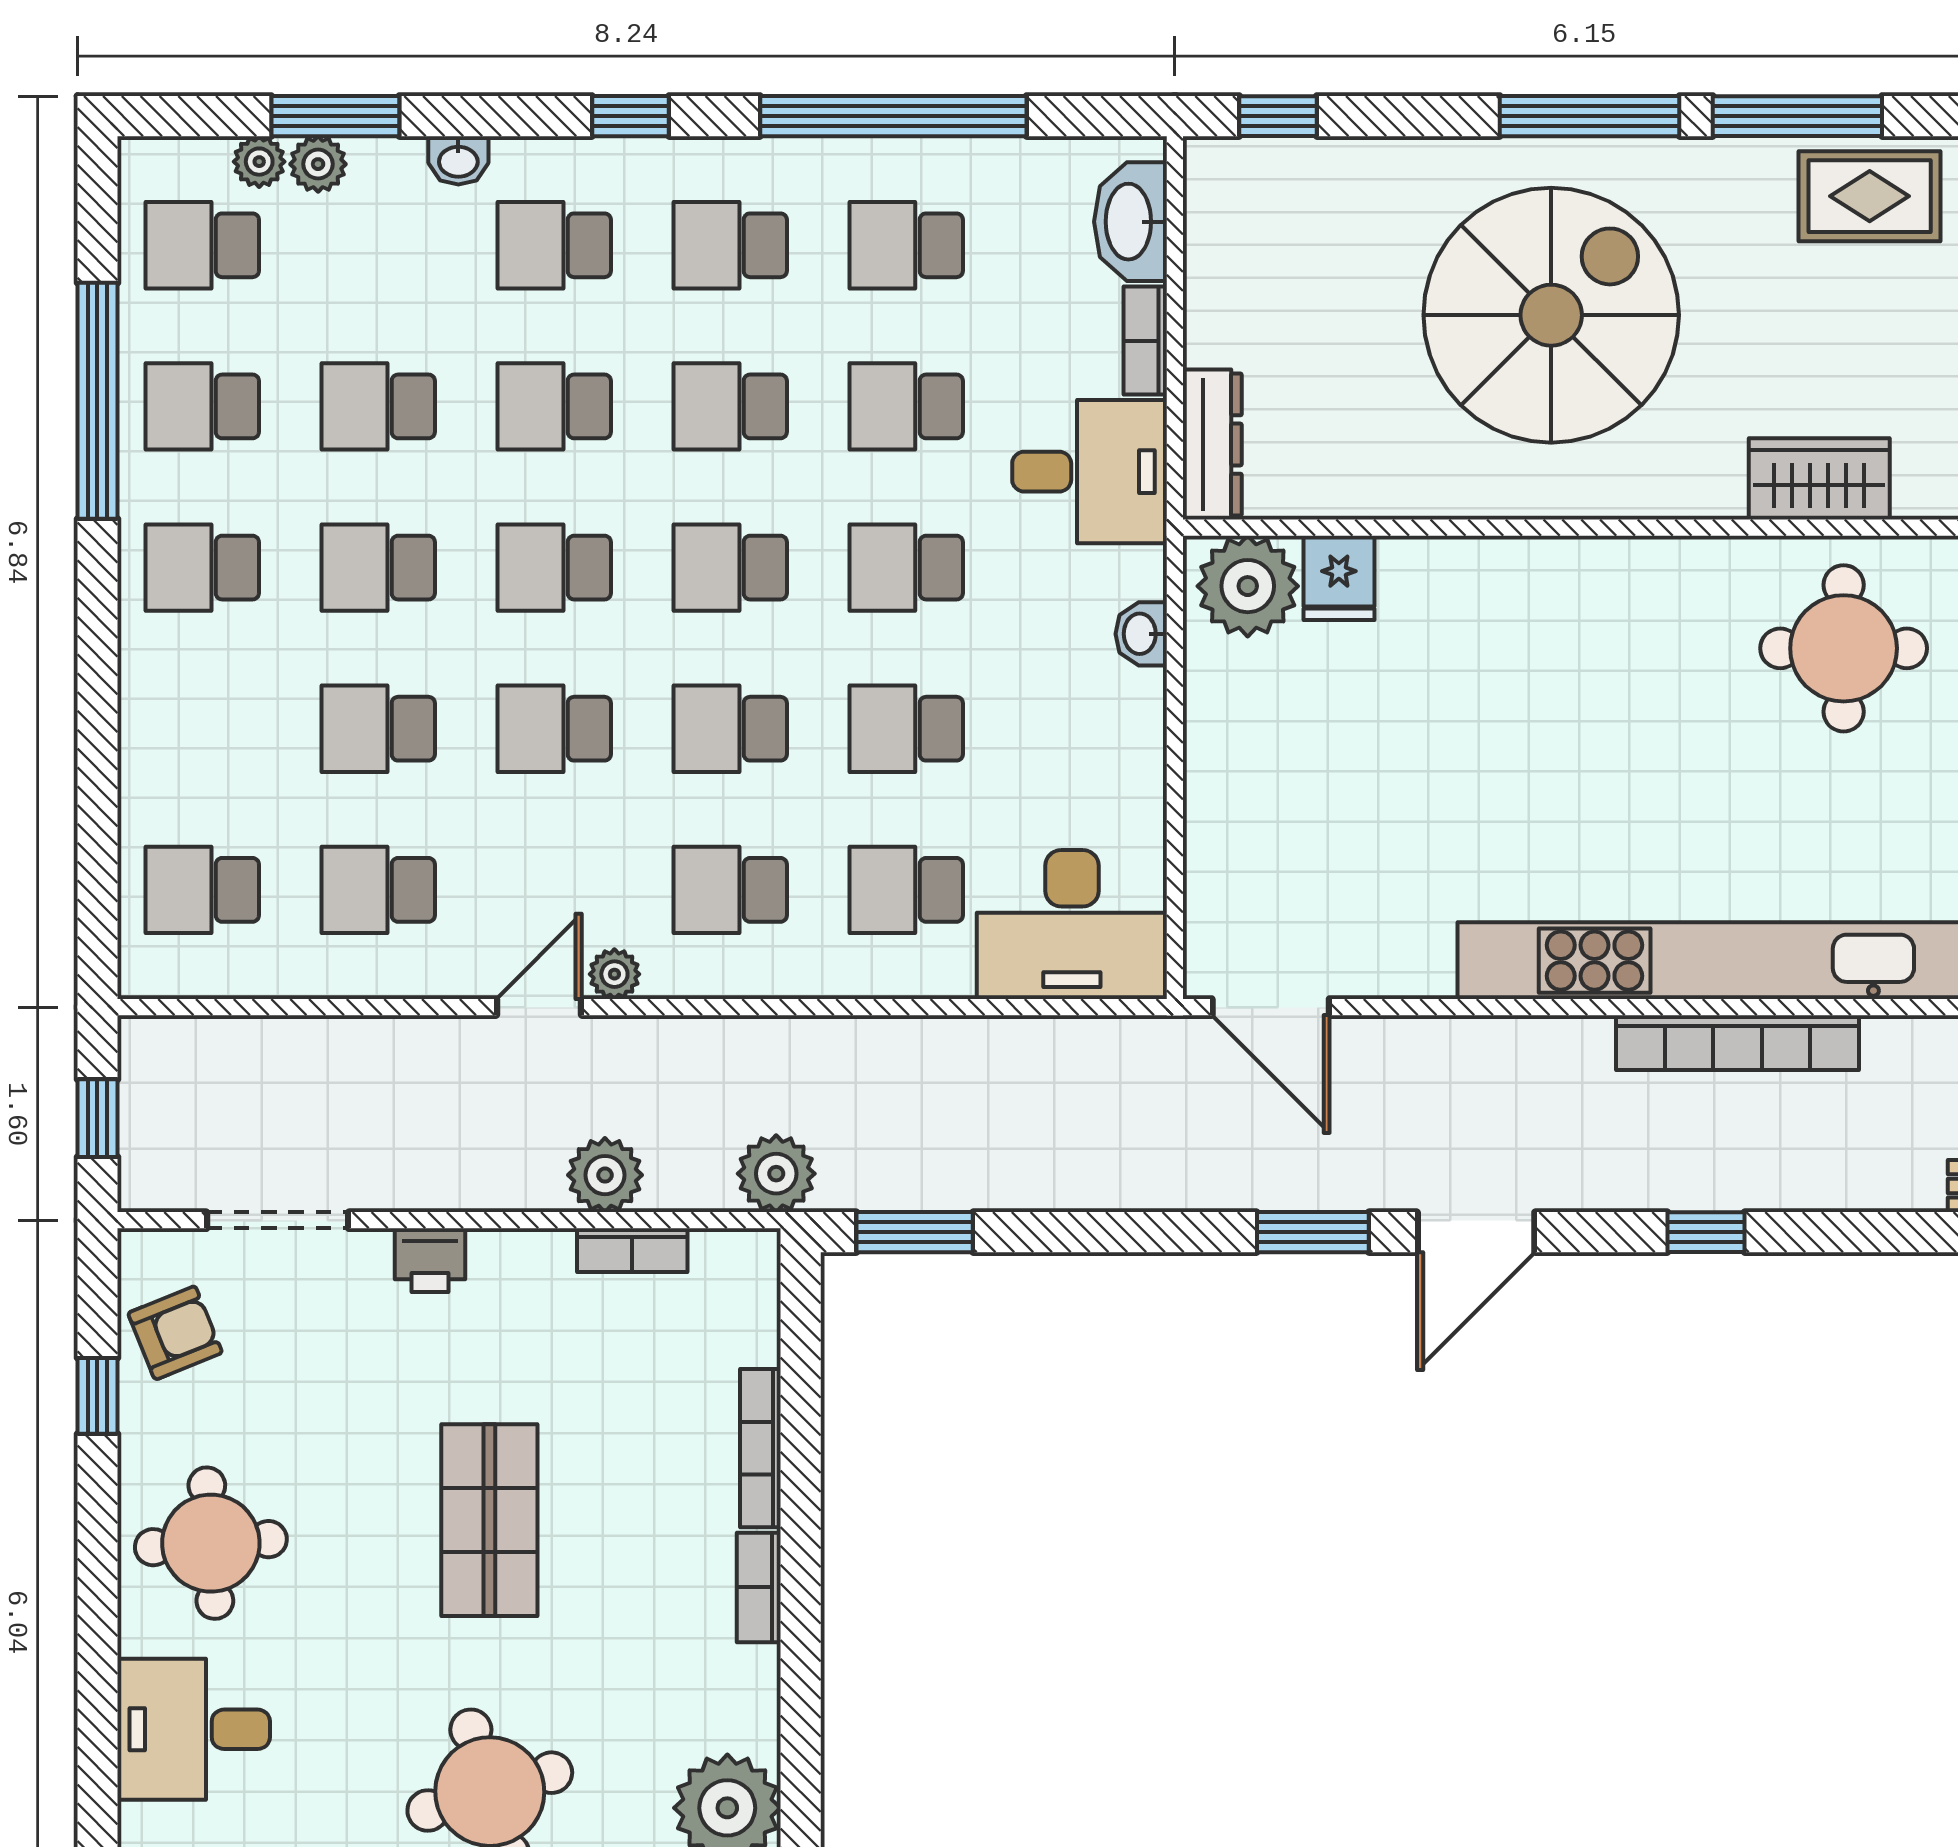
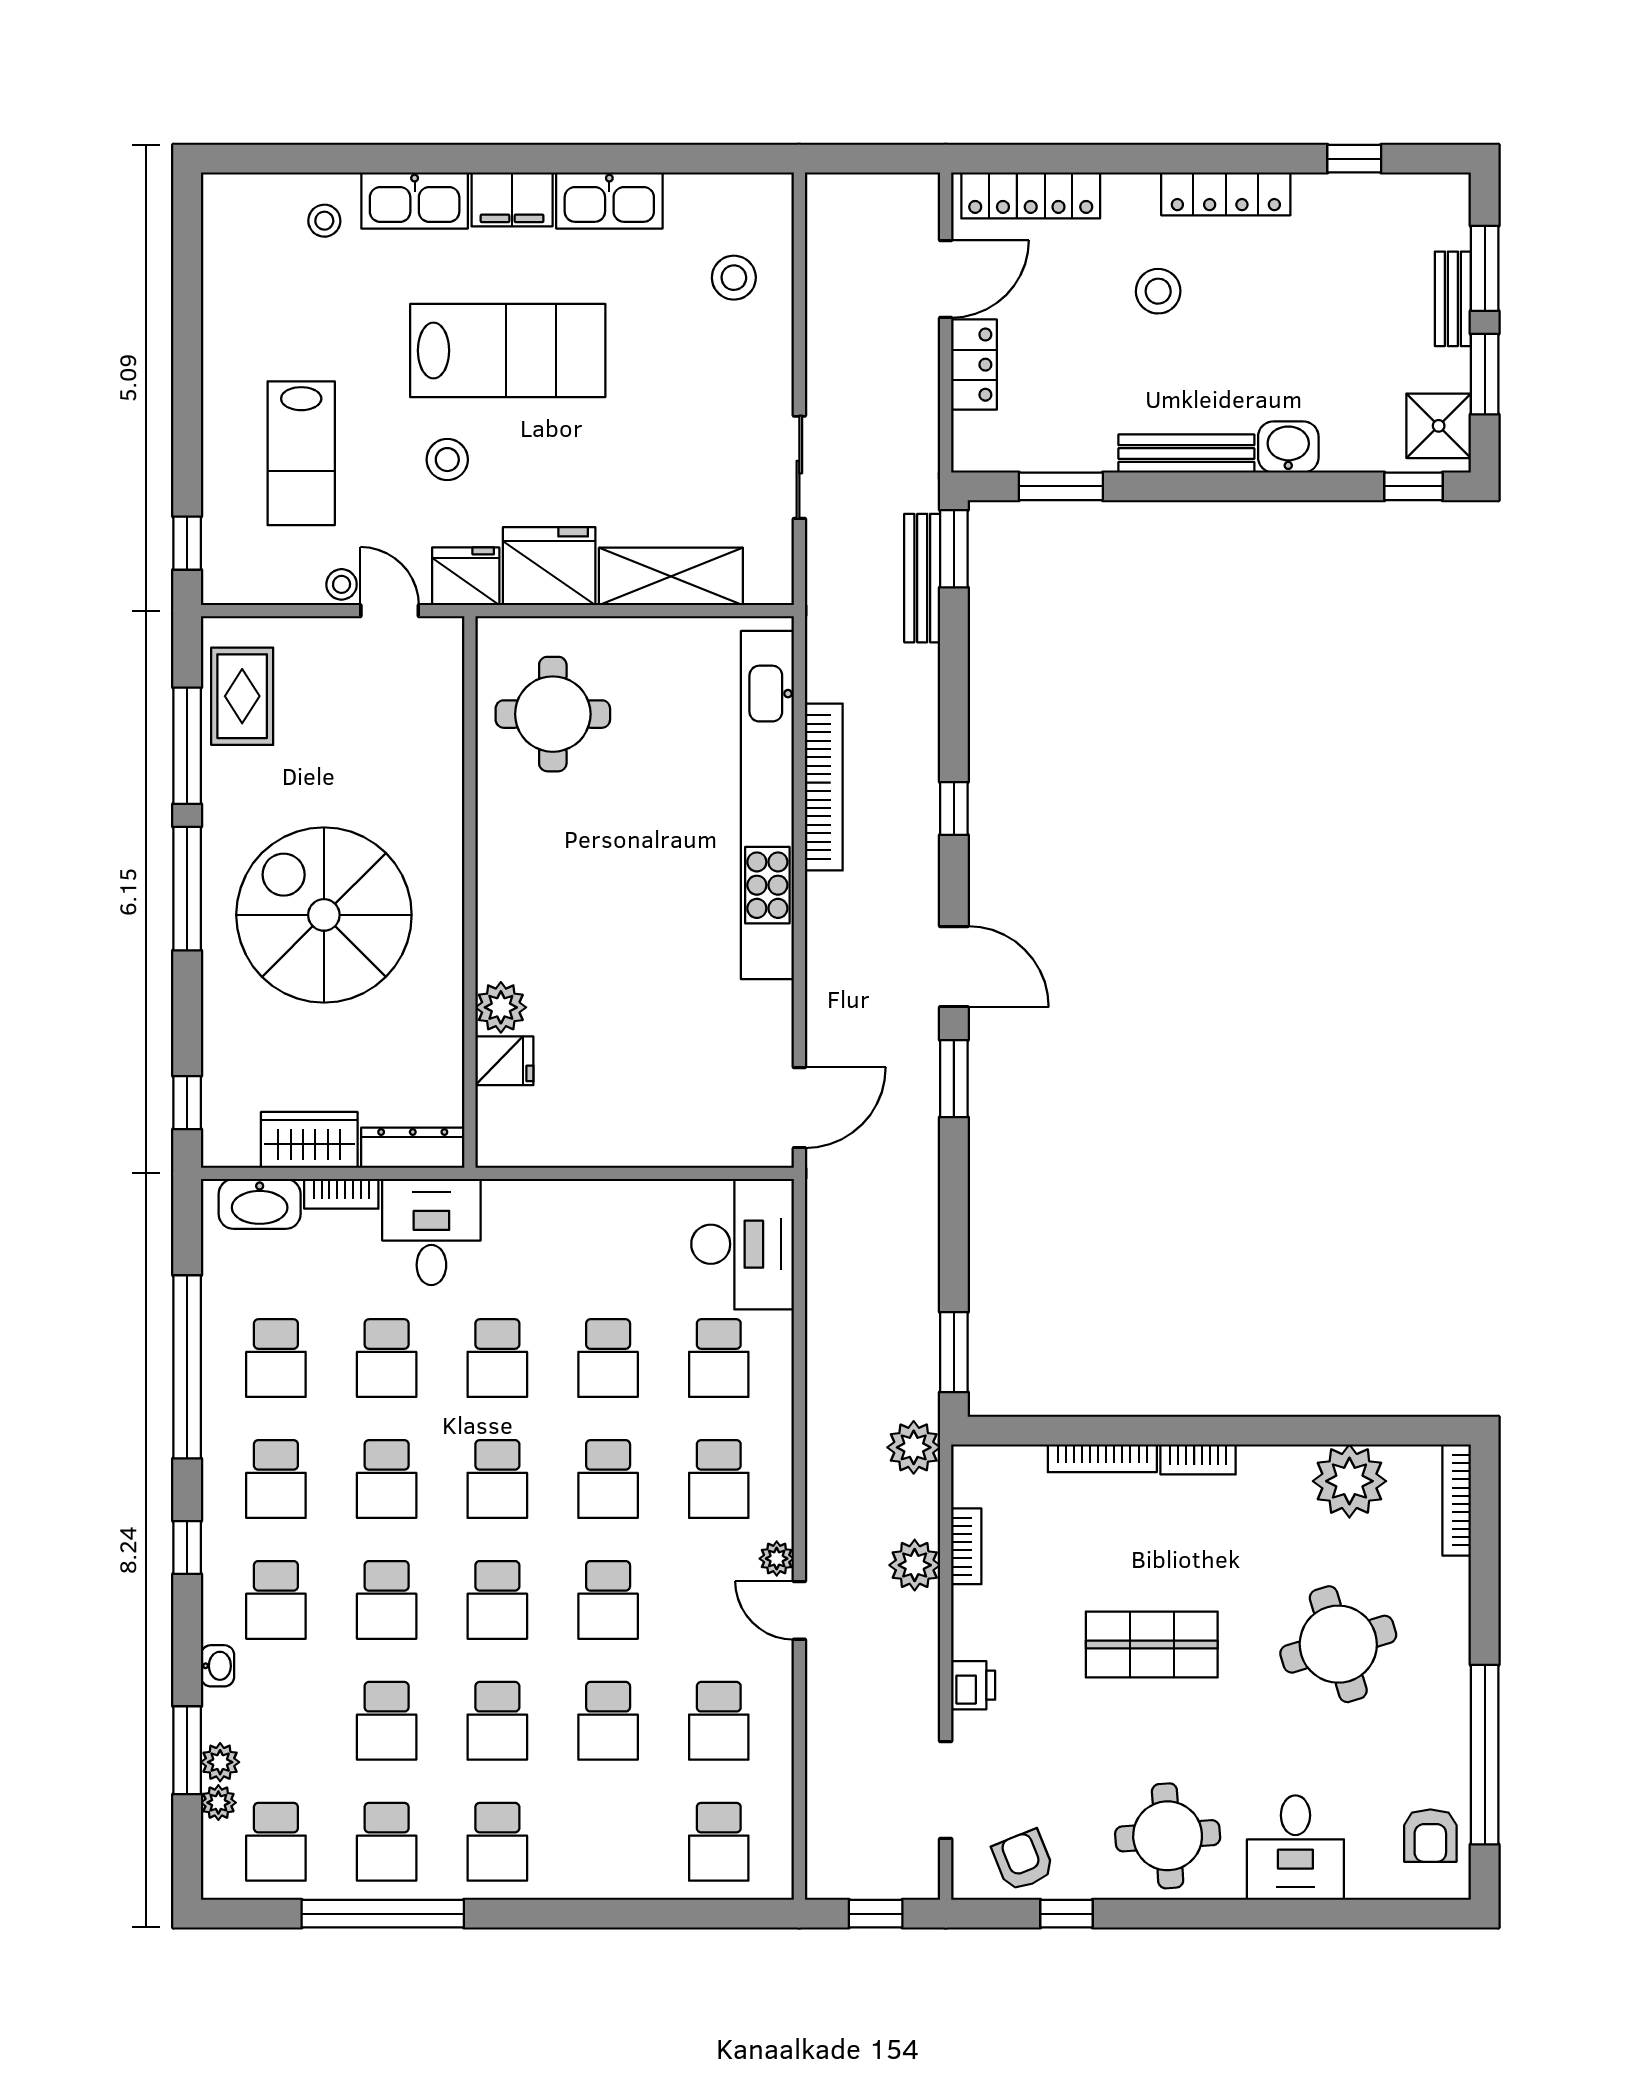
wardrobe: (1819, 479) -> (309, 1140), moved, turned 90
plant: (1248, 586) -> (501, 1007), moved, width x0.73, depth x0.73
washbasin: (1141, 634) -> (543, 1197), removed

